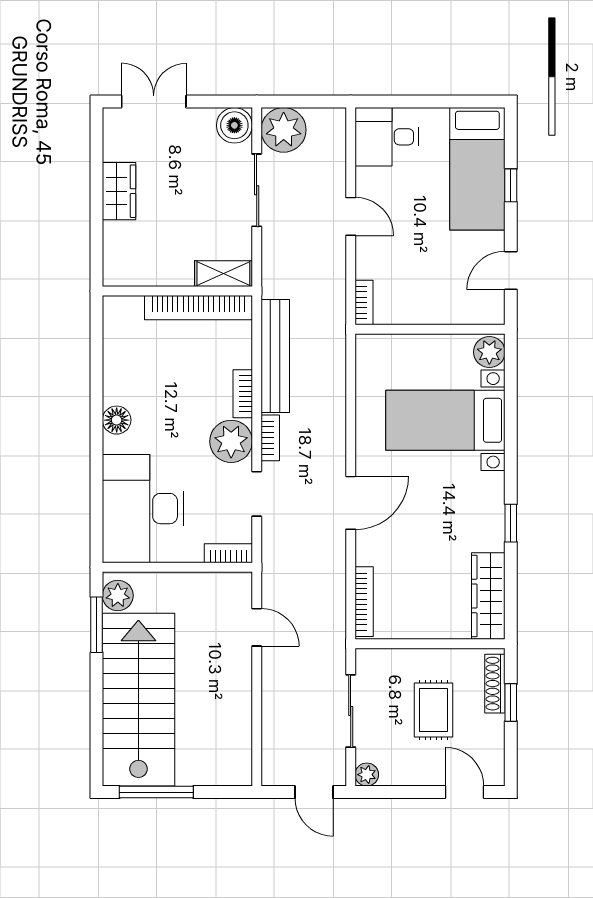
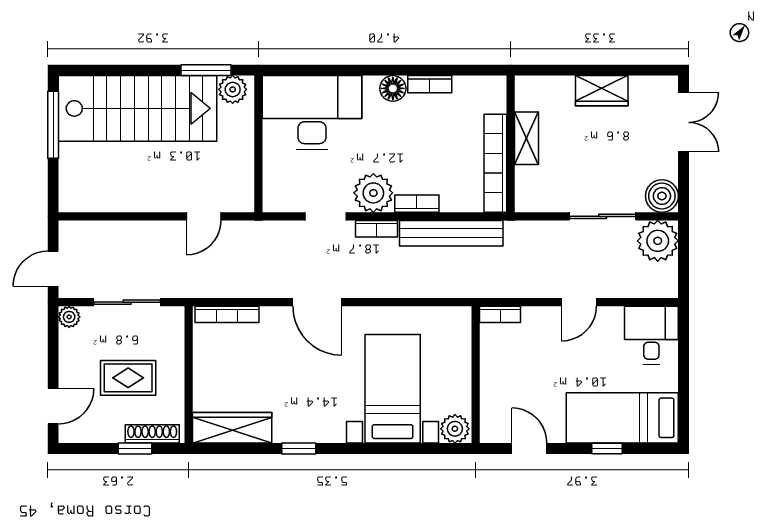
shelving: (223, 274) -> (526, 138), moved
bookcase: (228, 553) -> (430, 84), moved, turned 90

